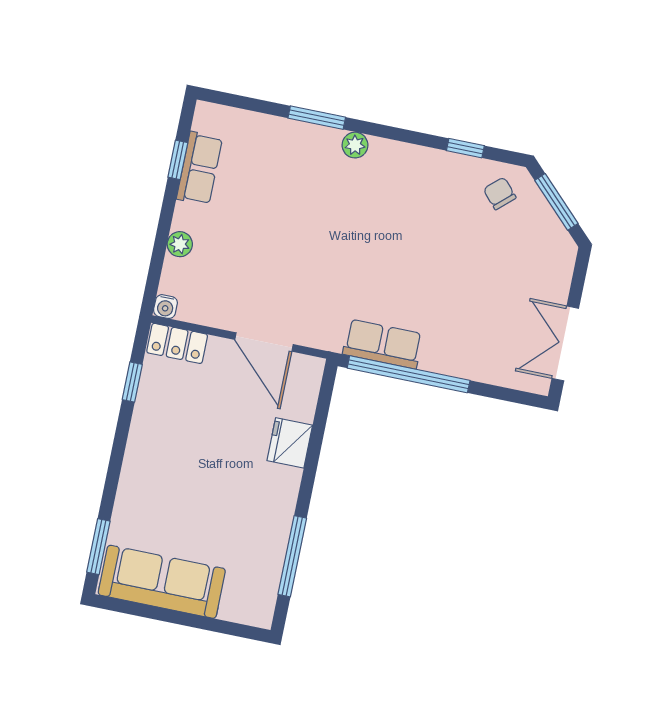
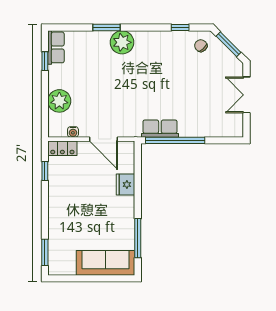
plant: (355, 145) -> (122, 42), width x1.87, depth x1.87
row of seats: (200, 168) -> (56, 47), moved
plant: (180, 244) -> (59, 101), width x1.87, depth x1.87
water cooler: (165, 307) -> (73, 132), moved
double door: (565, 343) -> (247, 95), moved
sofa: (162, 582) -> (105, 263), moved

